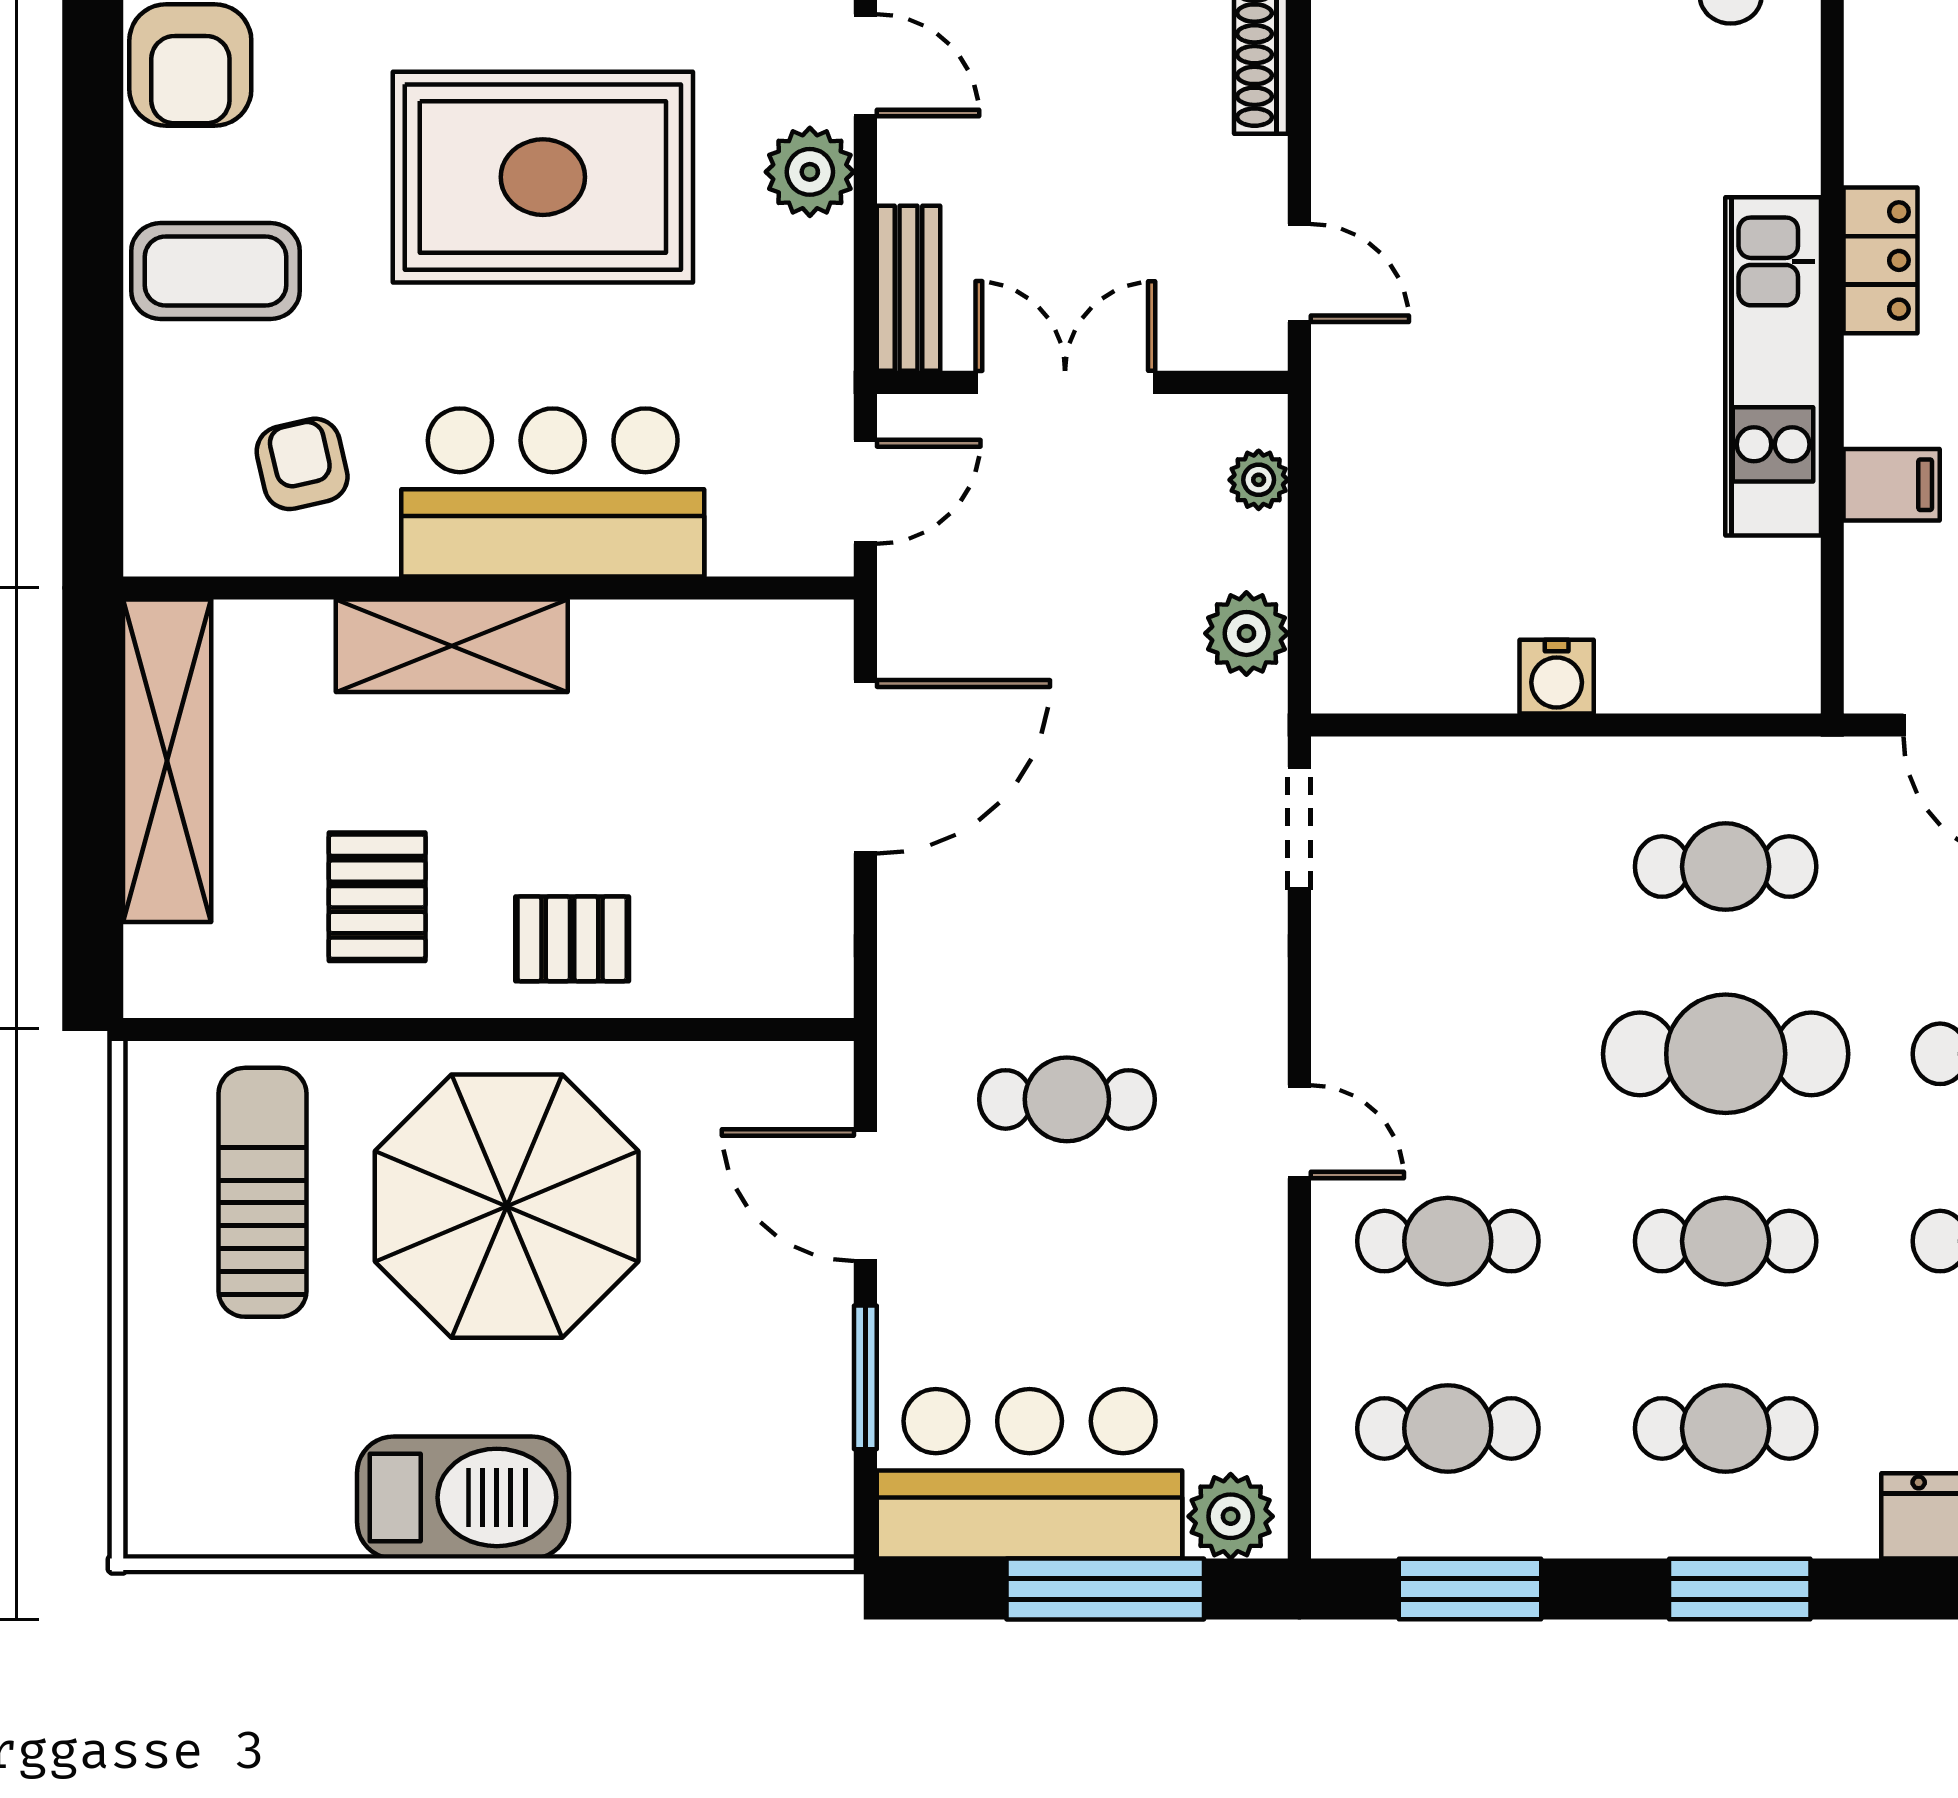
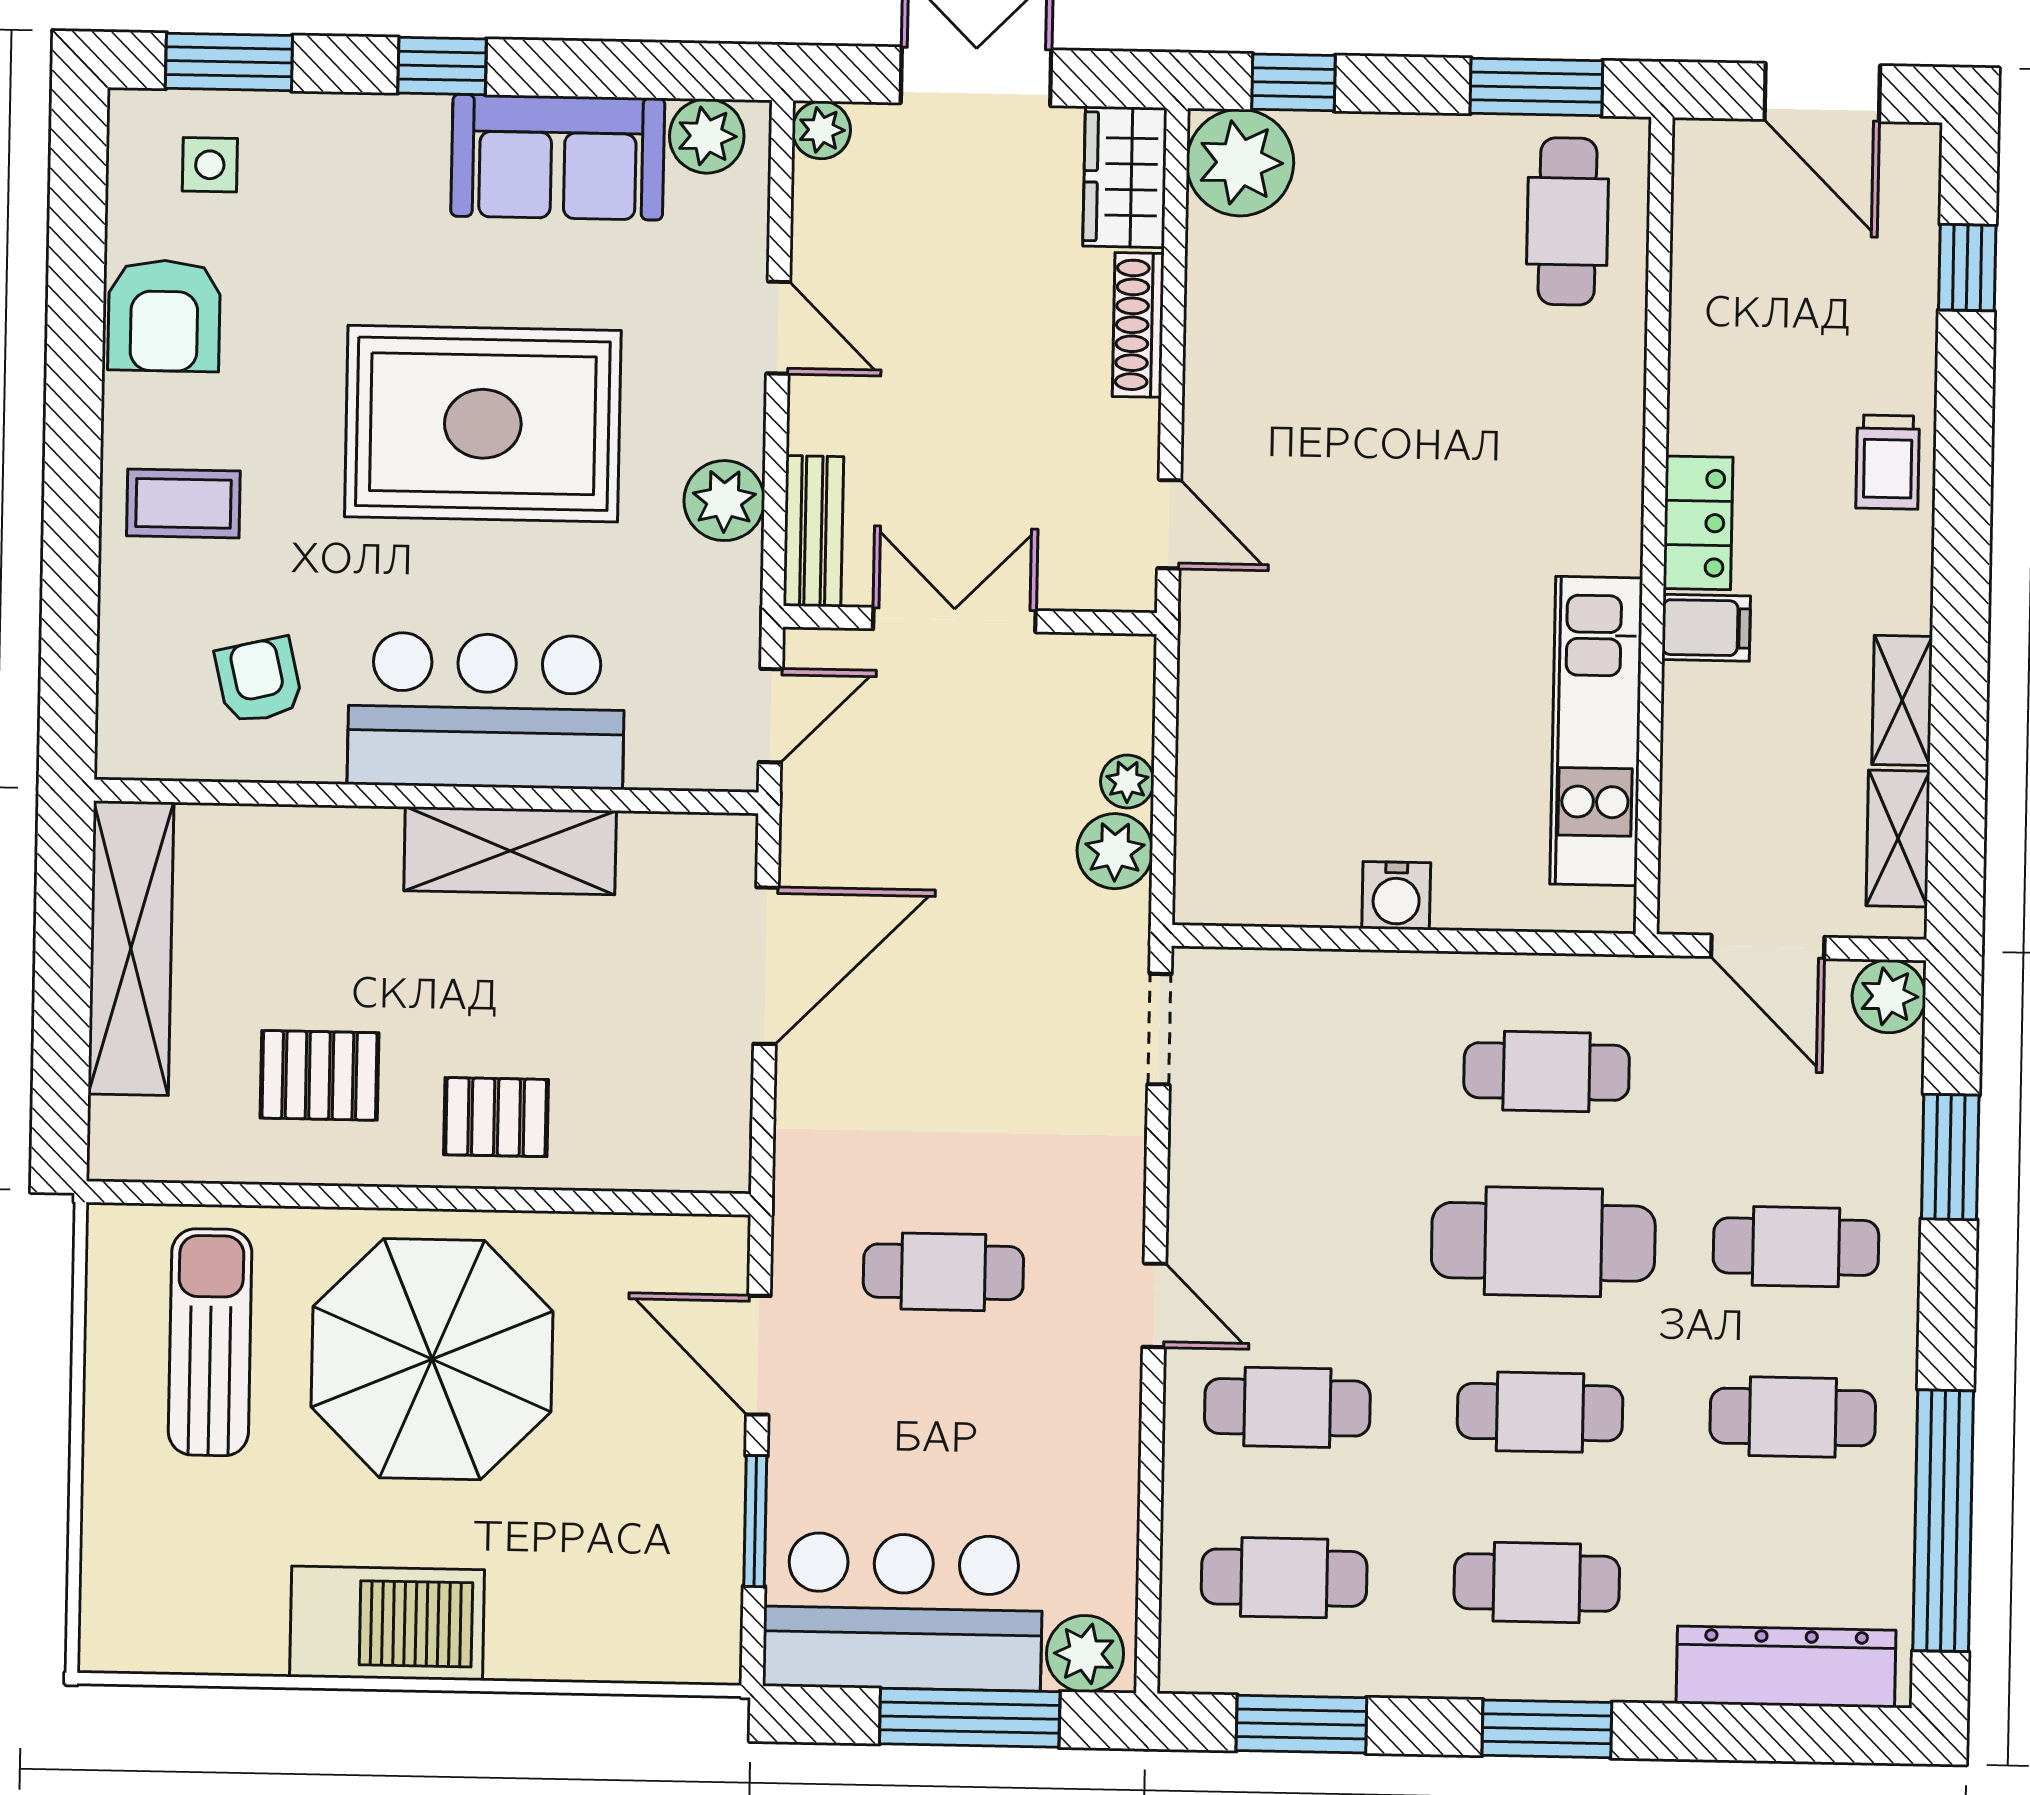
plant: (810, 172) -> (724, 501), moved
coffee table: (216, 271) -> (183, 503), width x0.73, depth x0.77
kitchen unit: (1773, 366) -> (1596, 731), moved
plant: (1259, 480) -> (1127, 781), moved
filing cabinet: (1892, 485) -> (1706, 628), moved
shelving: (452, 646) -> (510, 851), moved
pallet: (377, 897) -> (320, 1075), turned 90

